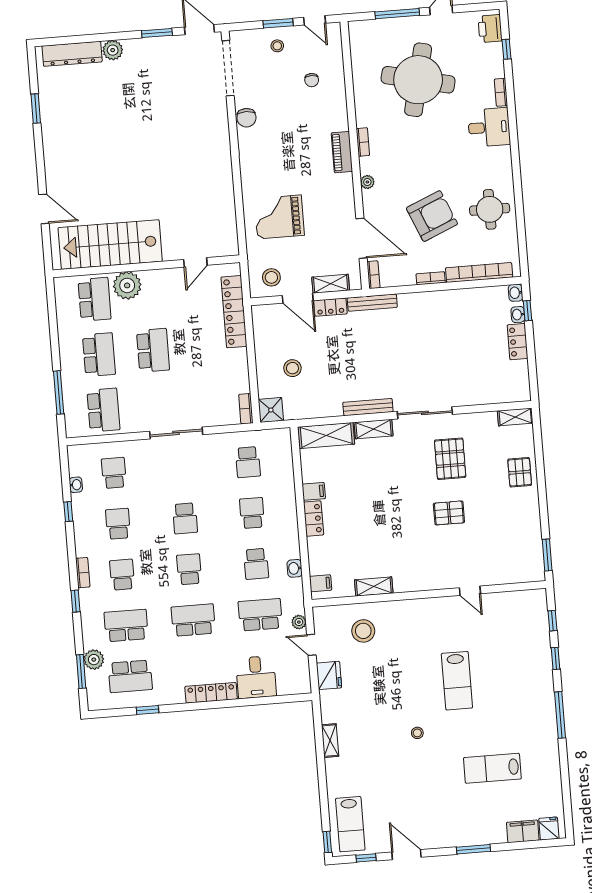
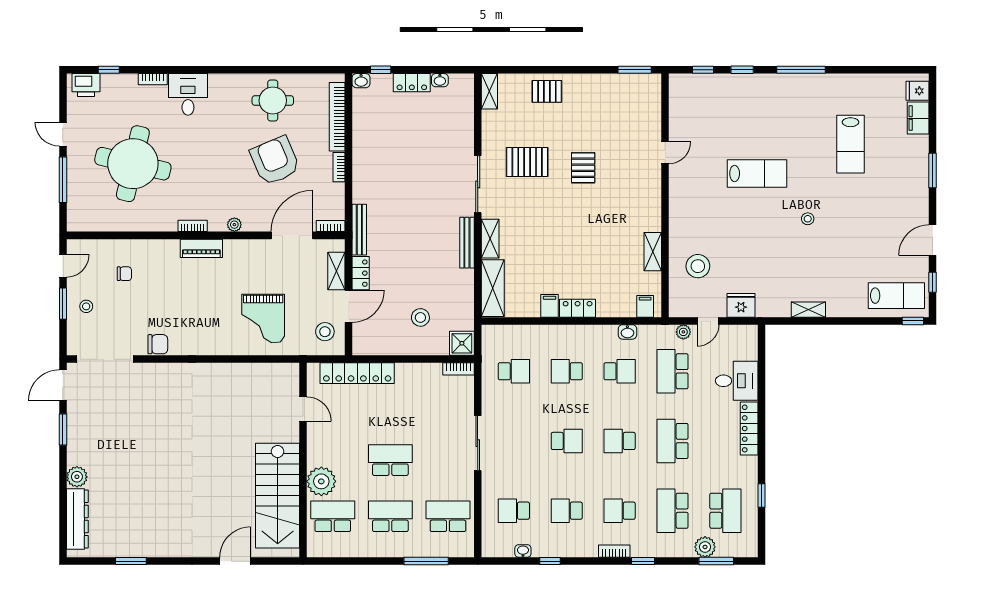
washbasin: (518, 315) -> (440, 80), moved

